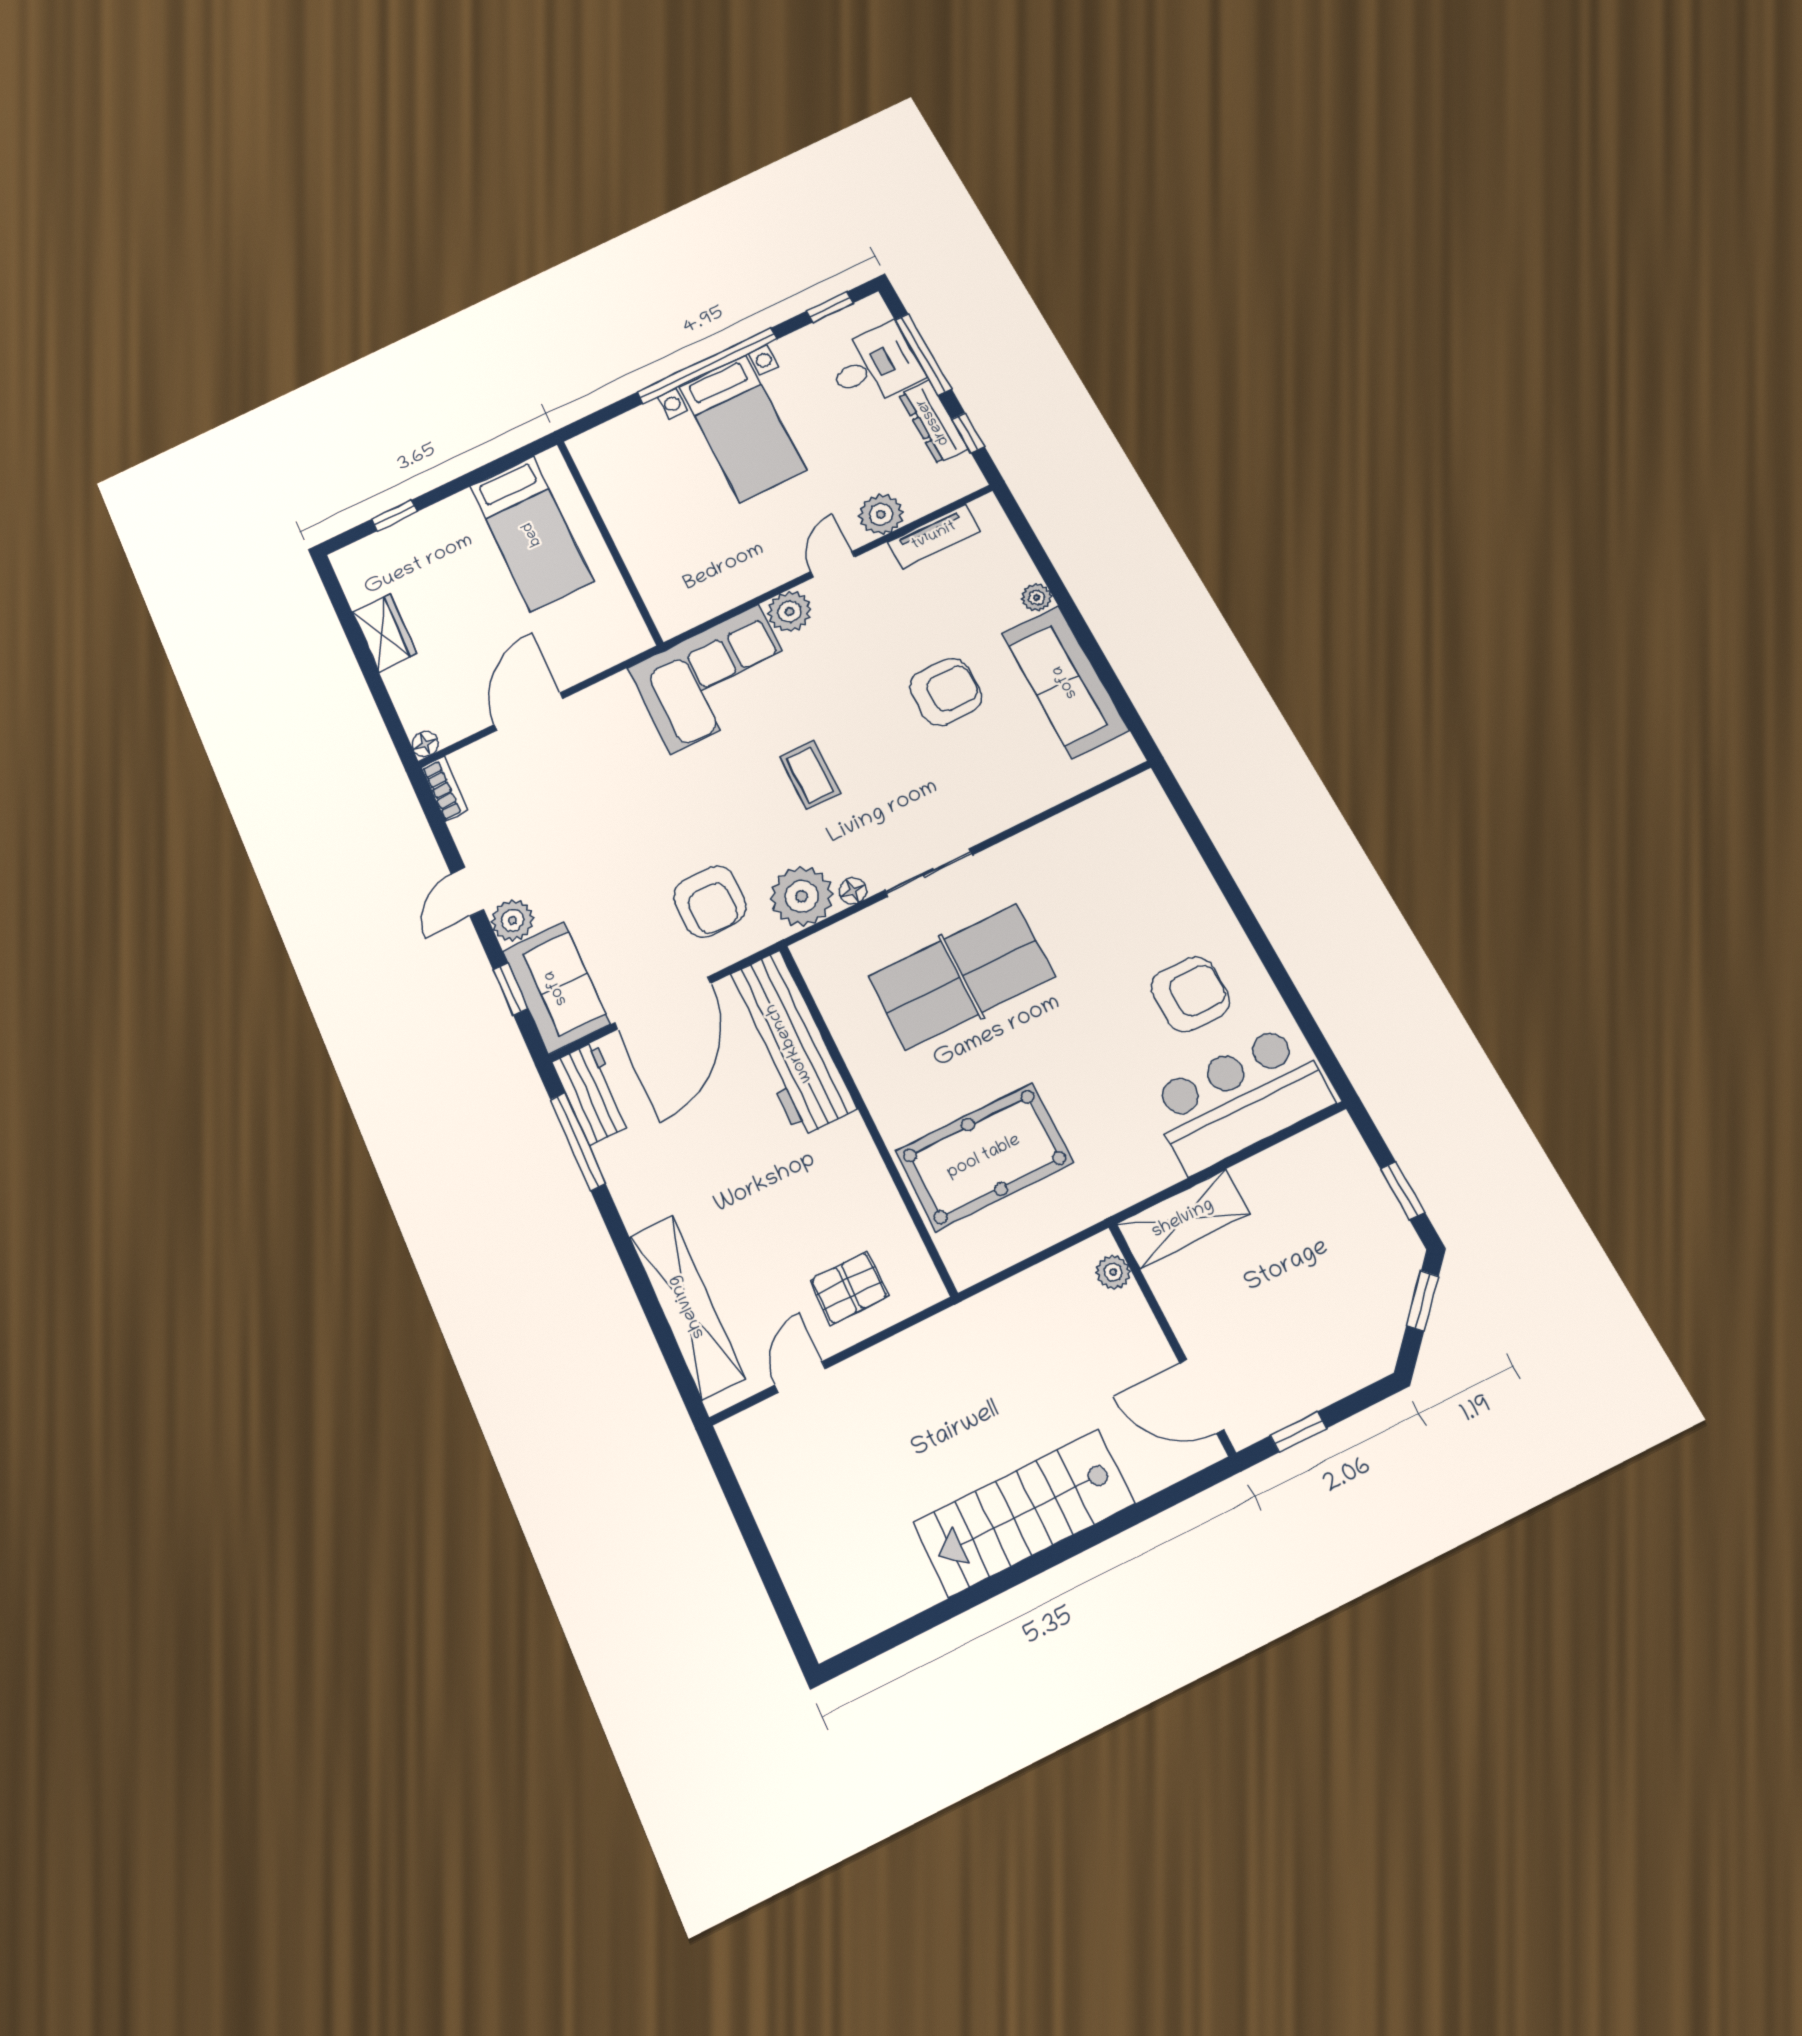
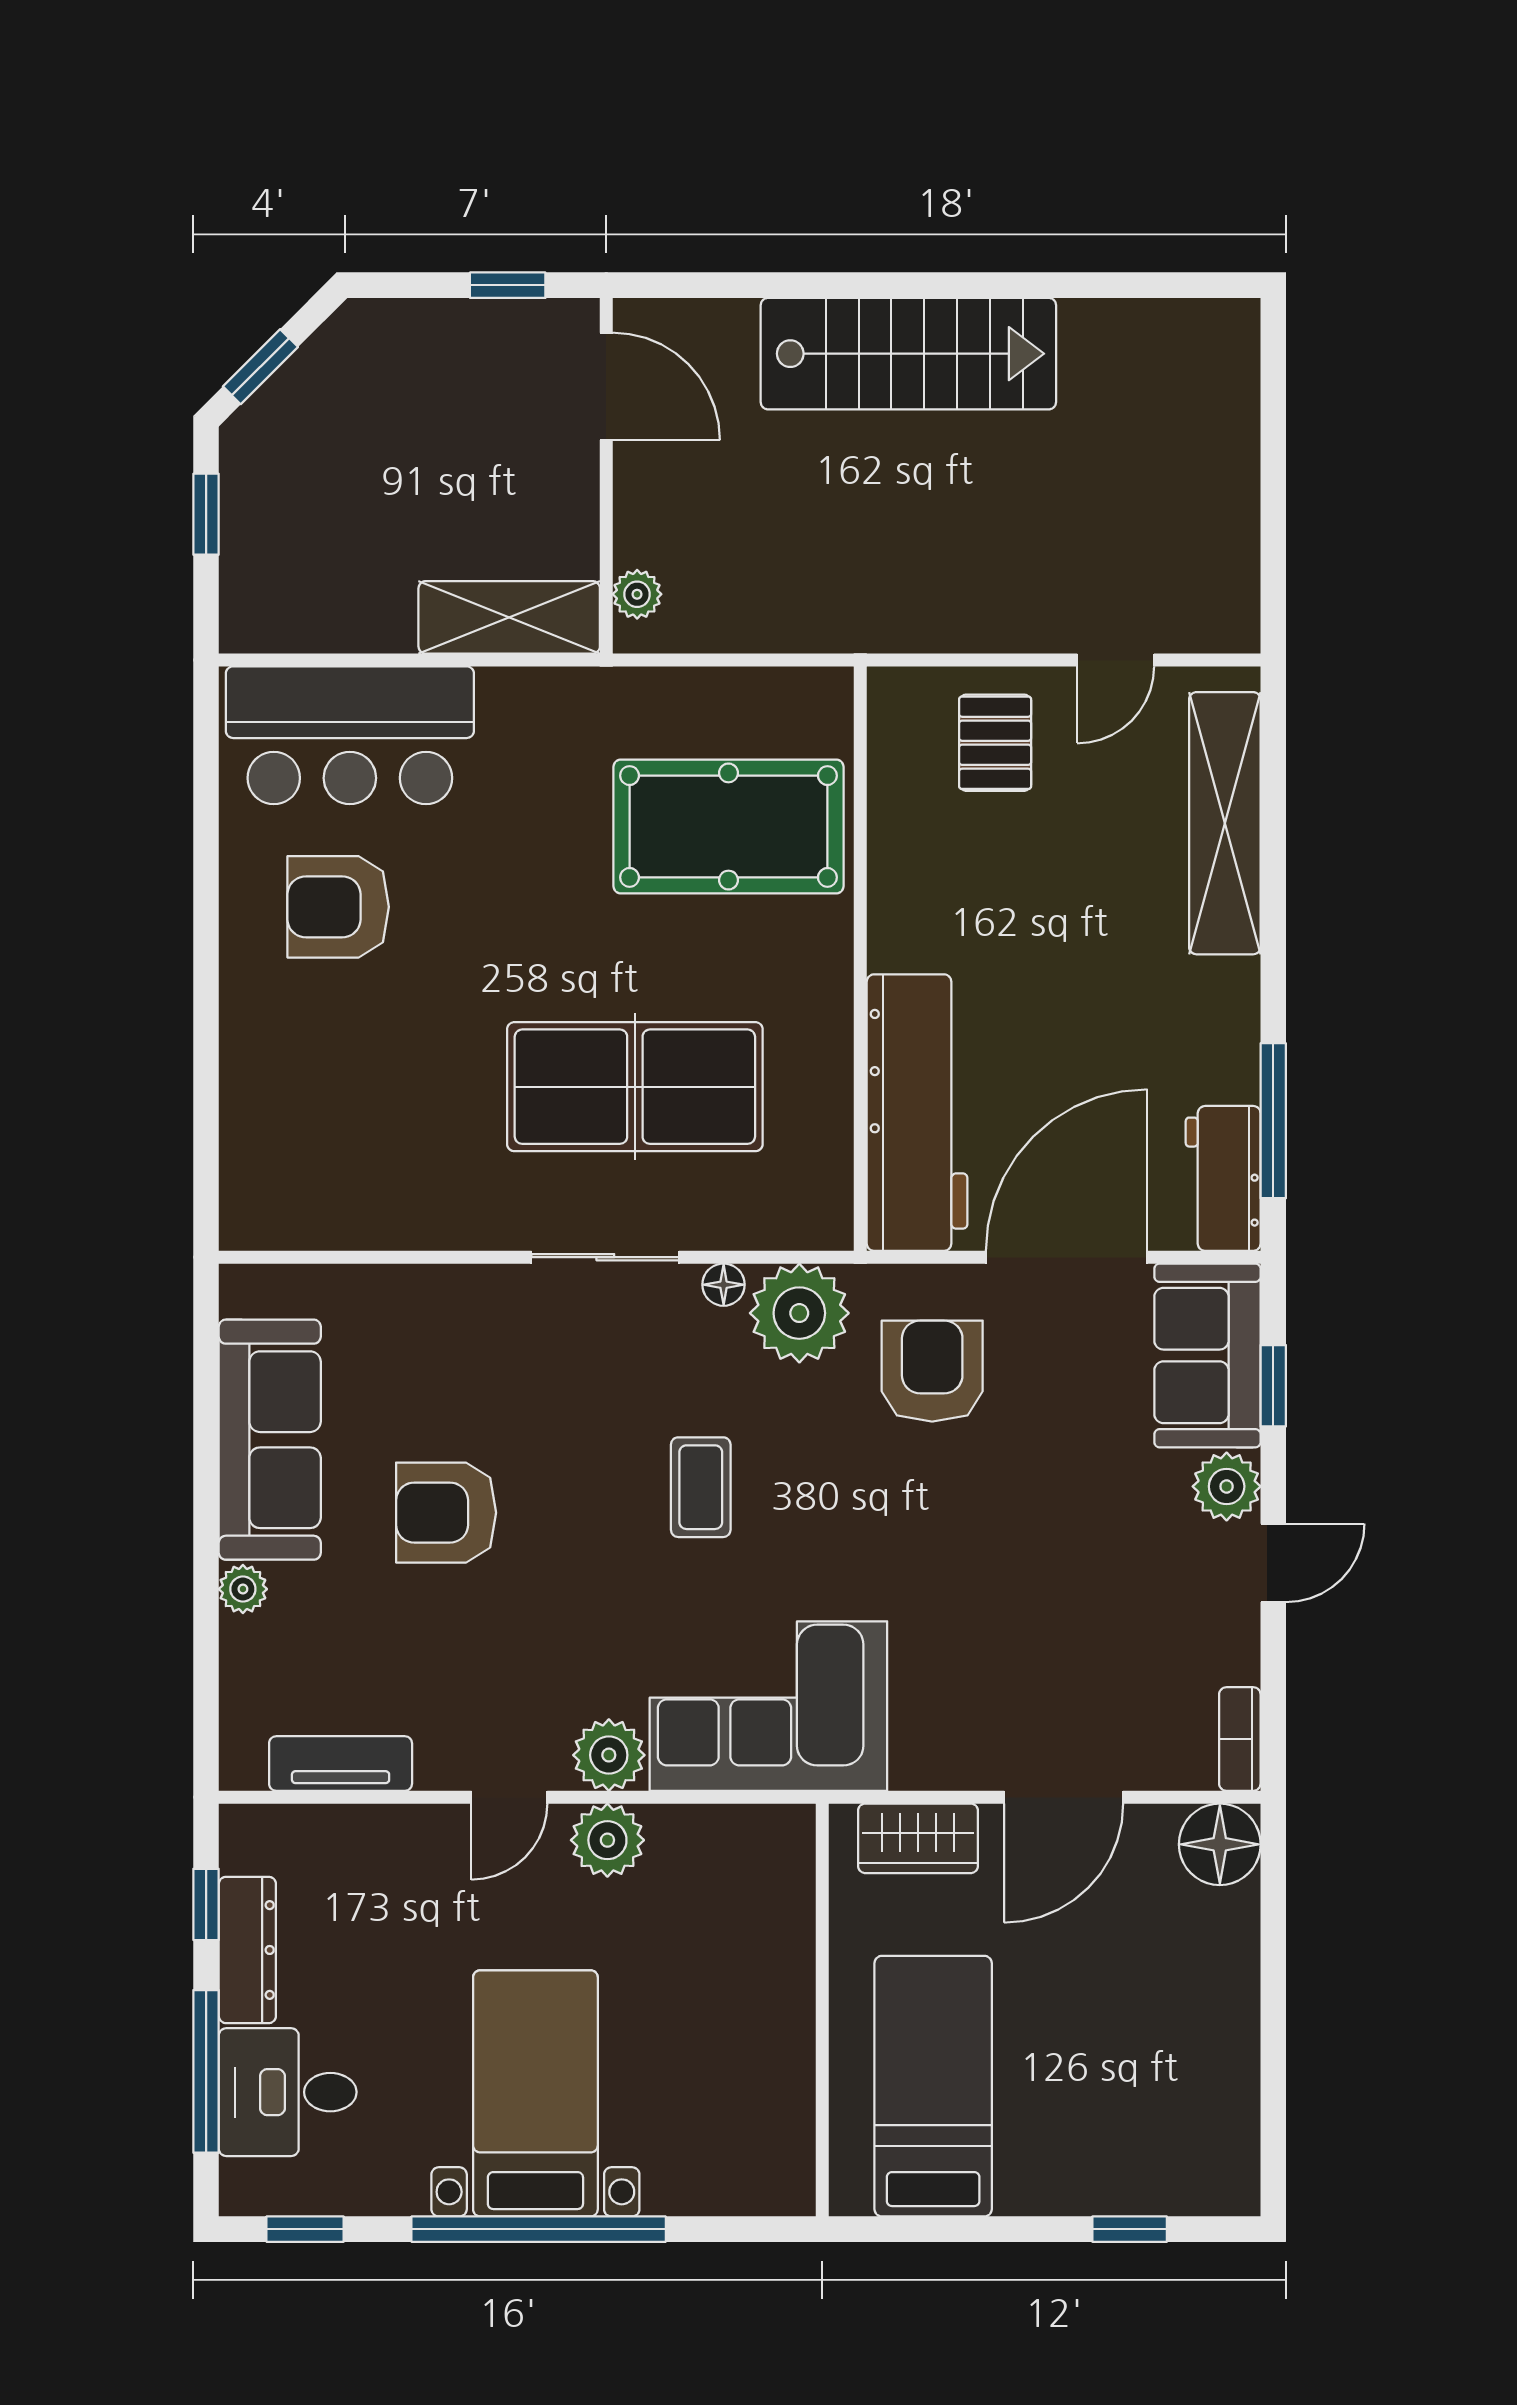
plant: (881, 514) -> (607, 1840), moved
wardrobe: (384, 633) -> (918, 1838), moved, turned -90
floor lamp: (425, 744) -> (1220, 1844), width x1.89, depth x1.89
pallet: (849, 1288) -> (995, 743), turned 90

